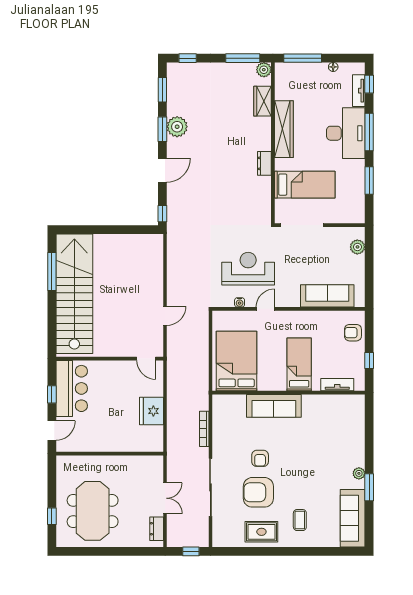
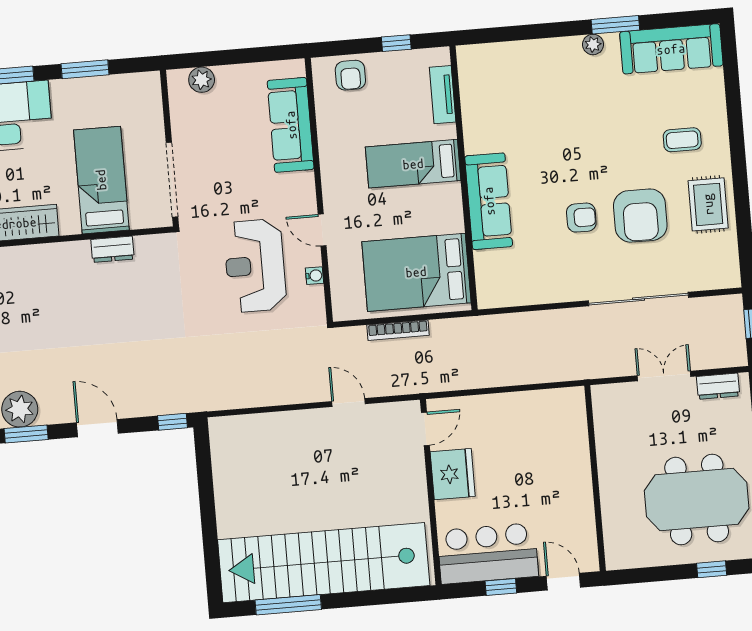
dresser: (264, 163) -> (112, 249), moved
fridge: (152, 411) -> (453, 474), moved, turned -90
bookcase: (204, 429) -> (398, 330), moved

